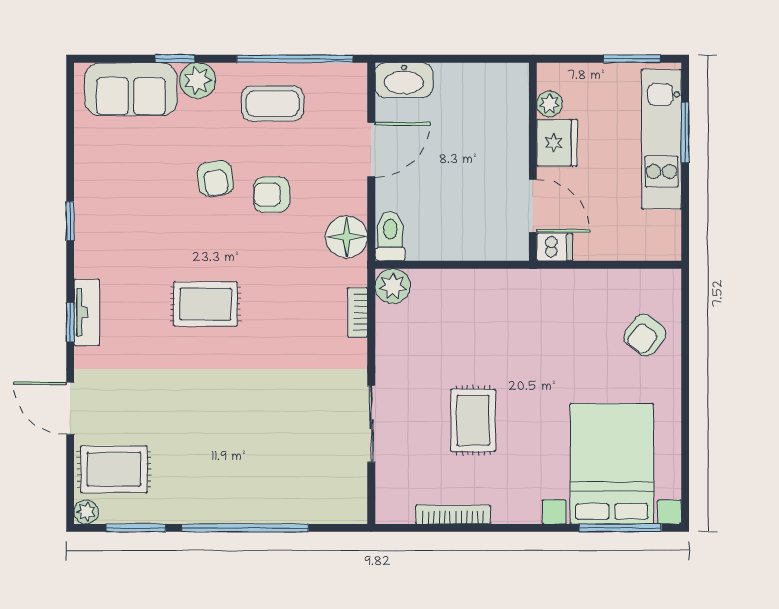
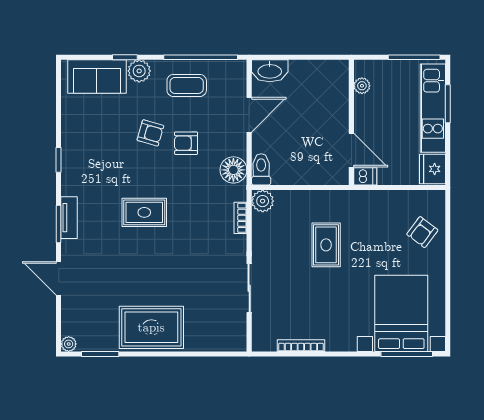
window: (632, 59) -> (414, 57), width x1.44
fridge: (557, 143) -> (432, 169), moved, turned 180
armchair: (215, 178) -> (150, 133), turned -66
window: (70, 322) -> (59, 224), width x1.50
rug: (473, 420) -> (326, 245), moved
rug: (114, 469) -> (151, 327), moved, width x1.36, depth x1.43
window: (245, 528) -> (169, 354), removed

